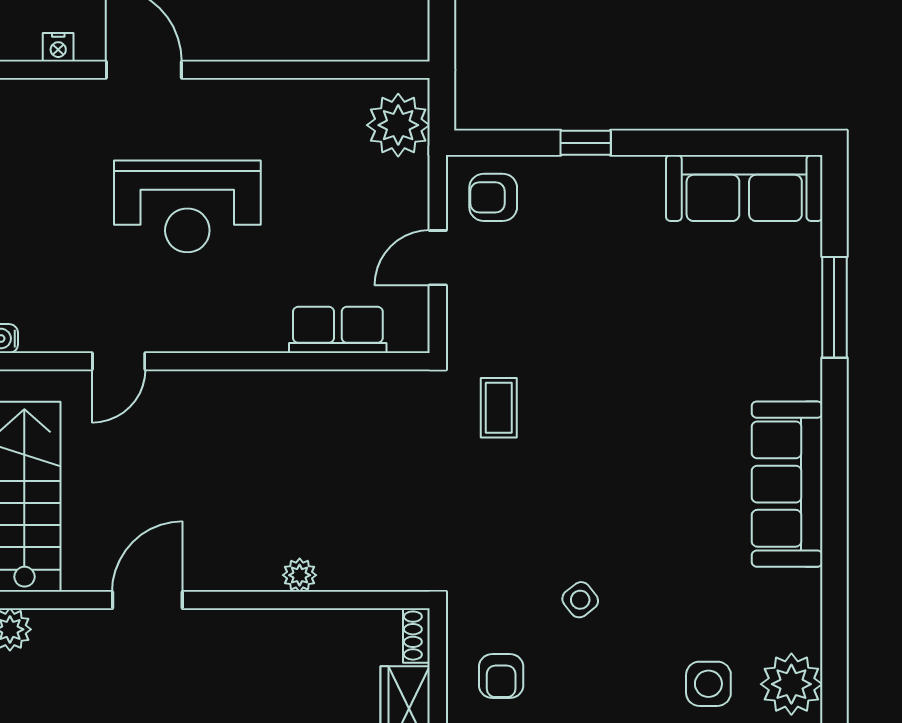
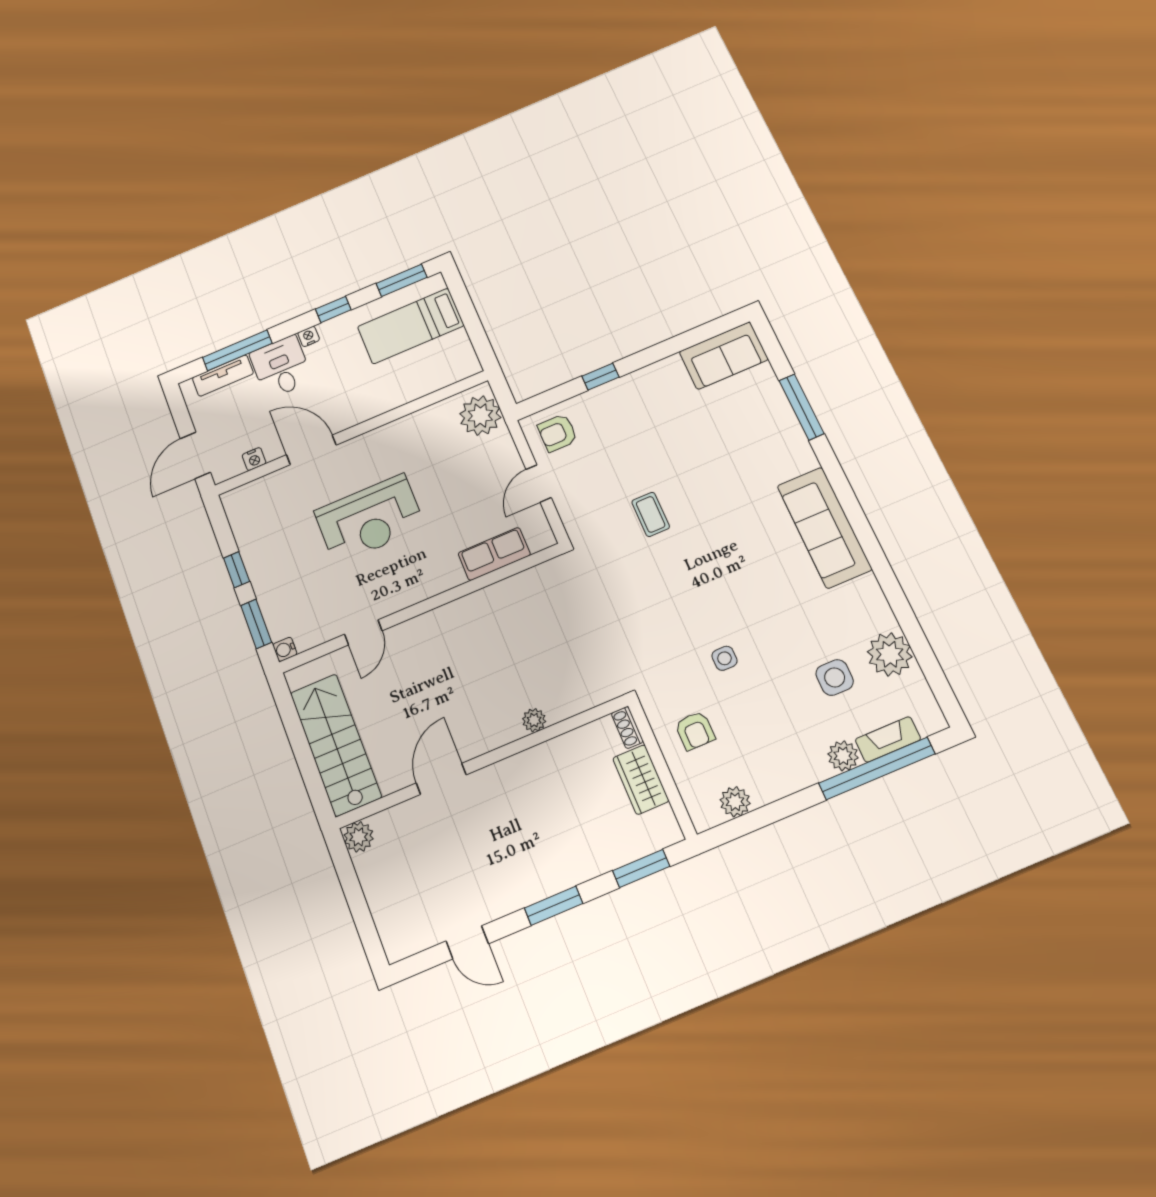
sofa: (744, 188) -> (724, 356), width x0.73
coffee table: (499, 408) -> (651, 514), moved
side table: (580, 600) -> (724, 658), turned 38

